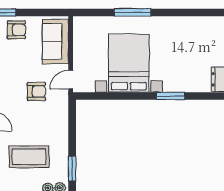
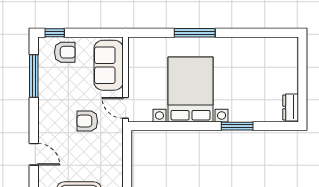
door: (71, 80) -> (126, 108), hinge flipped
armchair: (36, 91) -> (87, 121), turned 180

